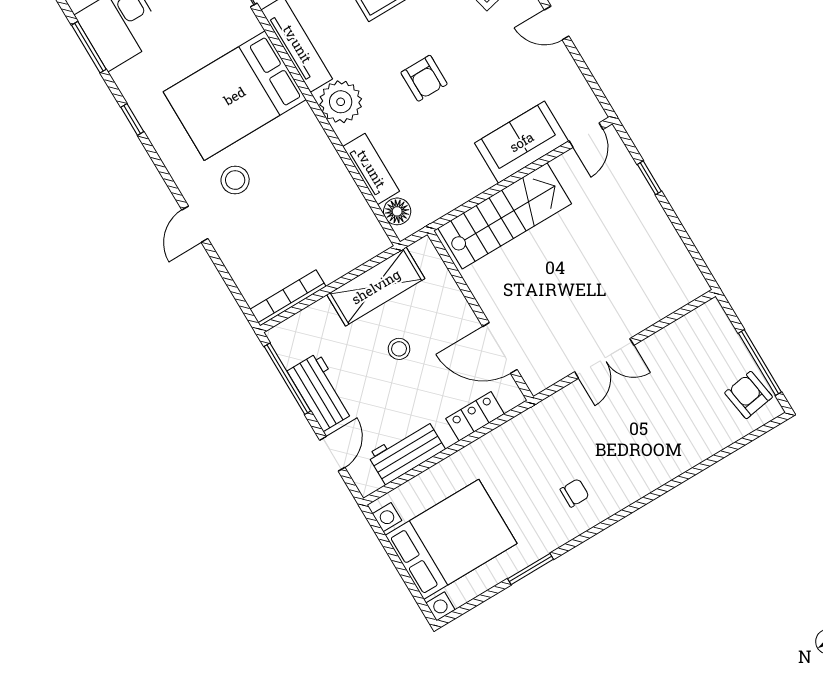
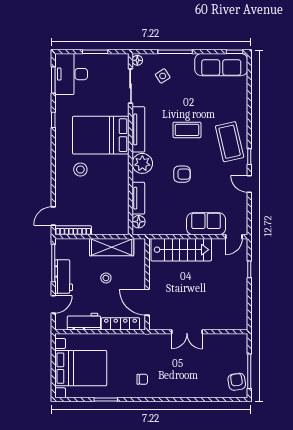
armchair: (424, 78) -> (182, 174), turned -90
door: (195, 224) -> (53, 216), moved
locker: (475, 416) -> (120, 324), width x1.53

